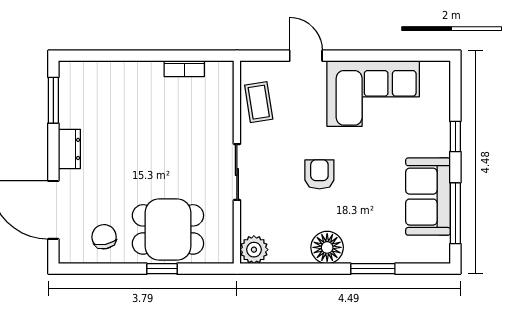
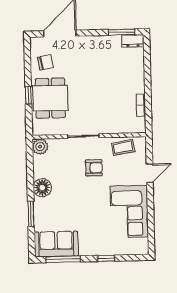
dresser: (69, 149) -> (133, 41), moved
armchair: (319, 174) -> (94, 168), moved
sofa: (428, 197) -> (56, 244), moved

